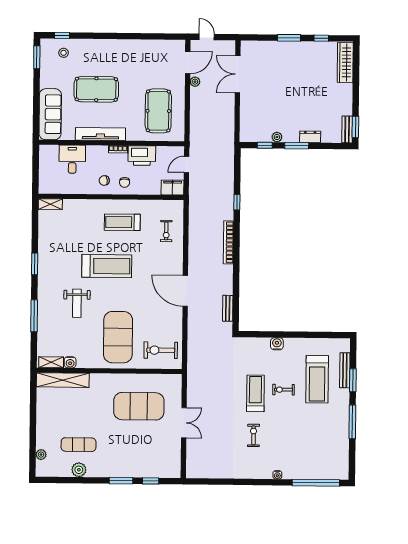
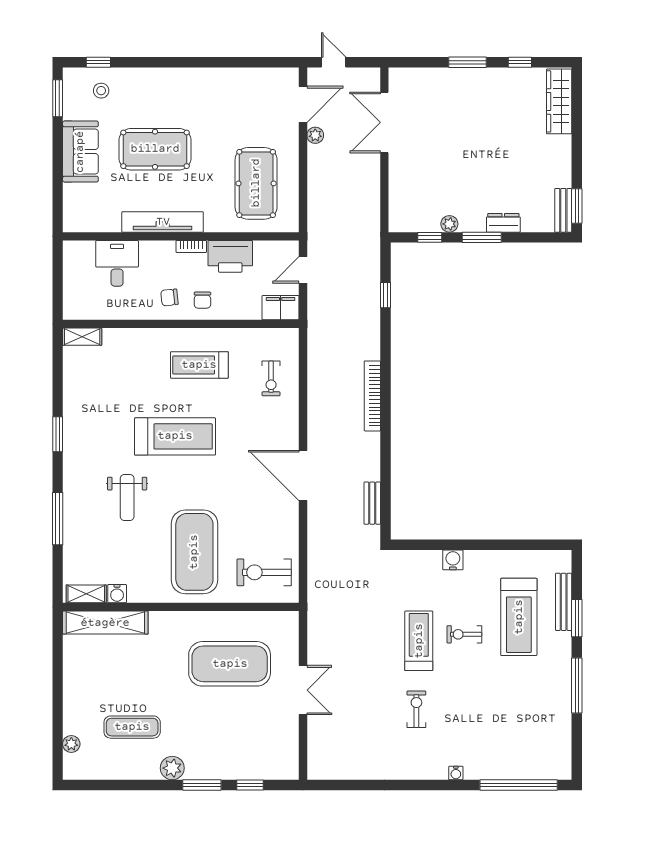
sofa: (50, 114) -> (80, 152), moved, width x0.73
window: (237, 202) -> (385, 295), moved
plant: (79, 470) -> (172, 768), moved

